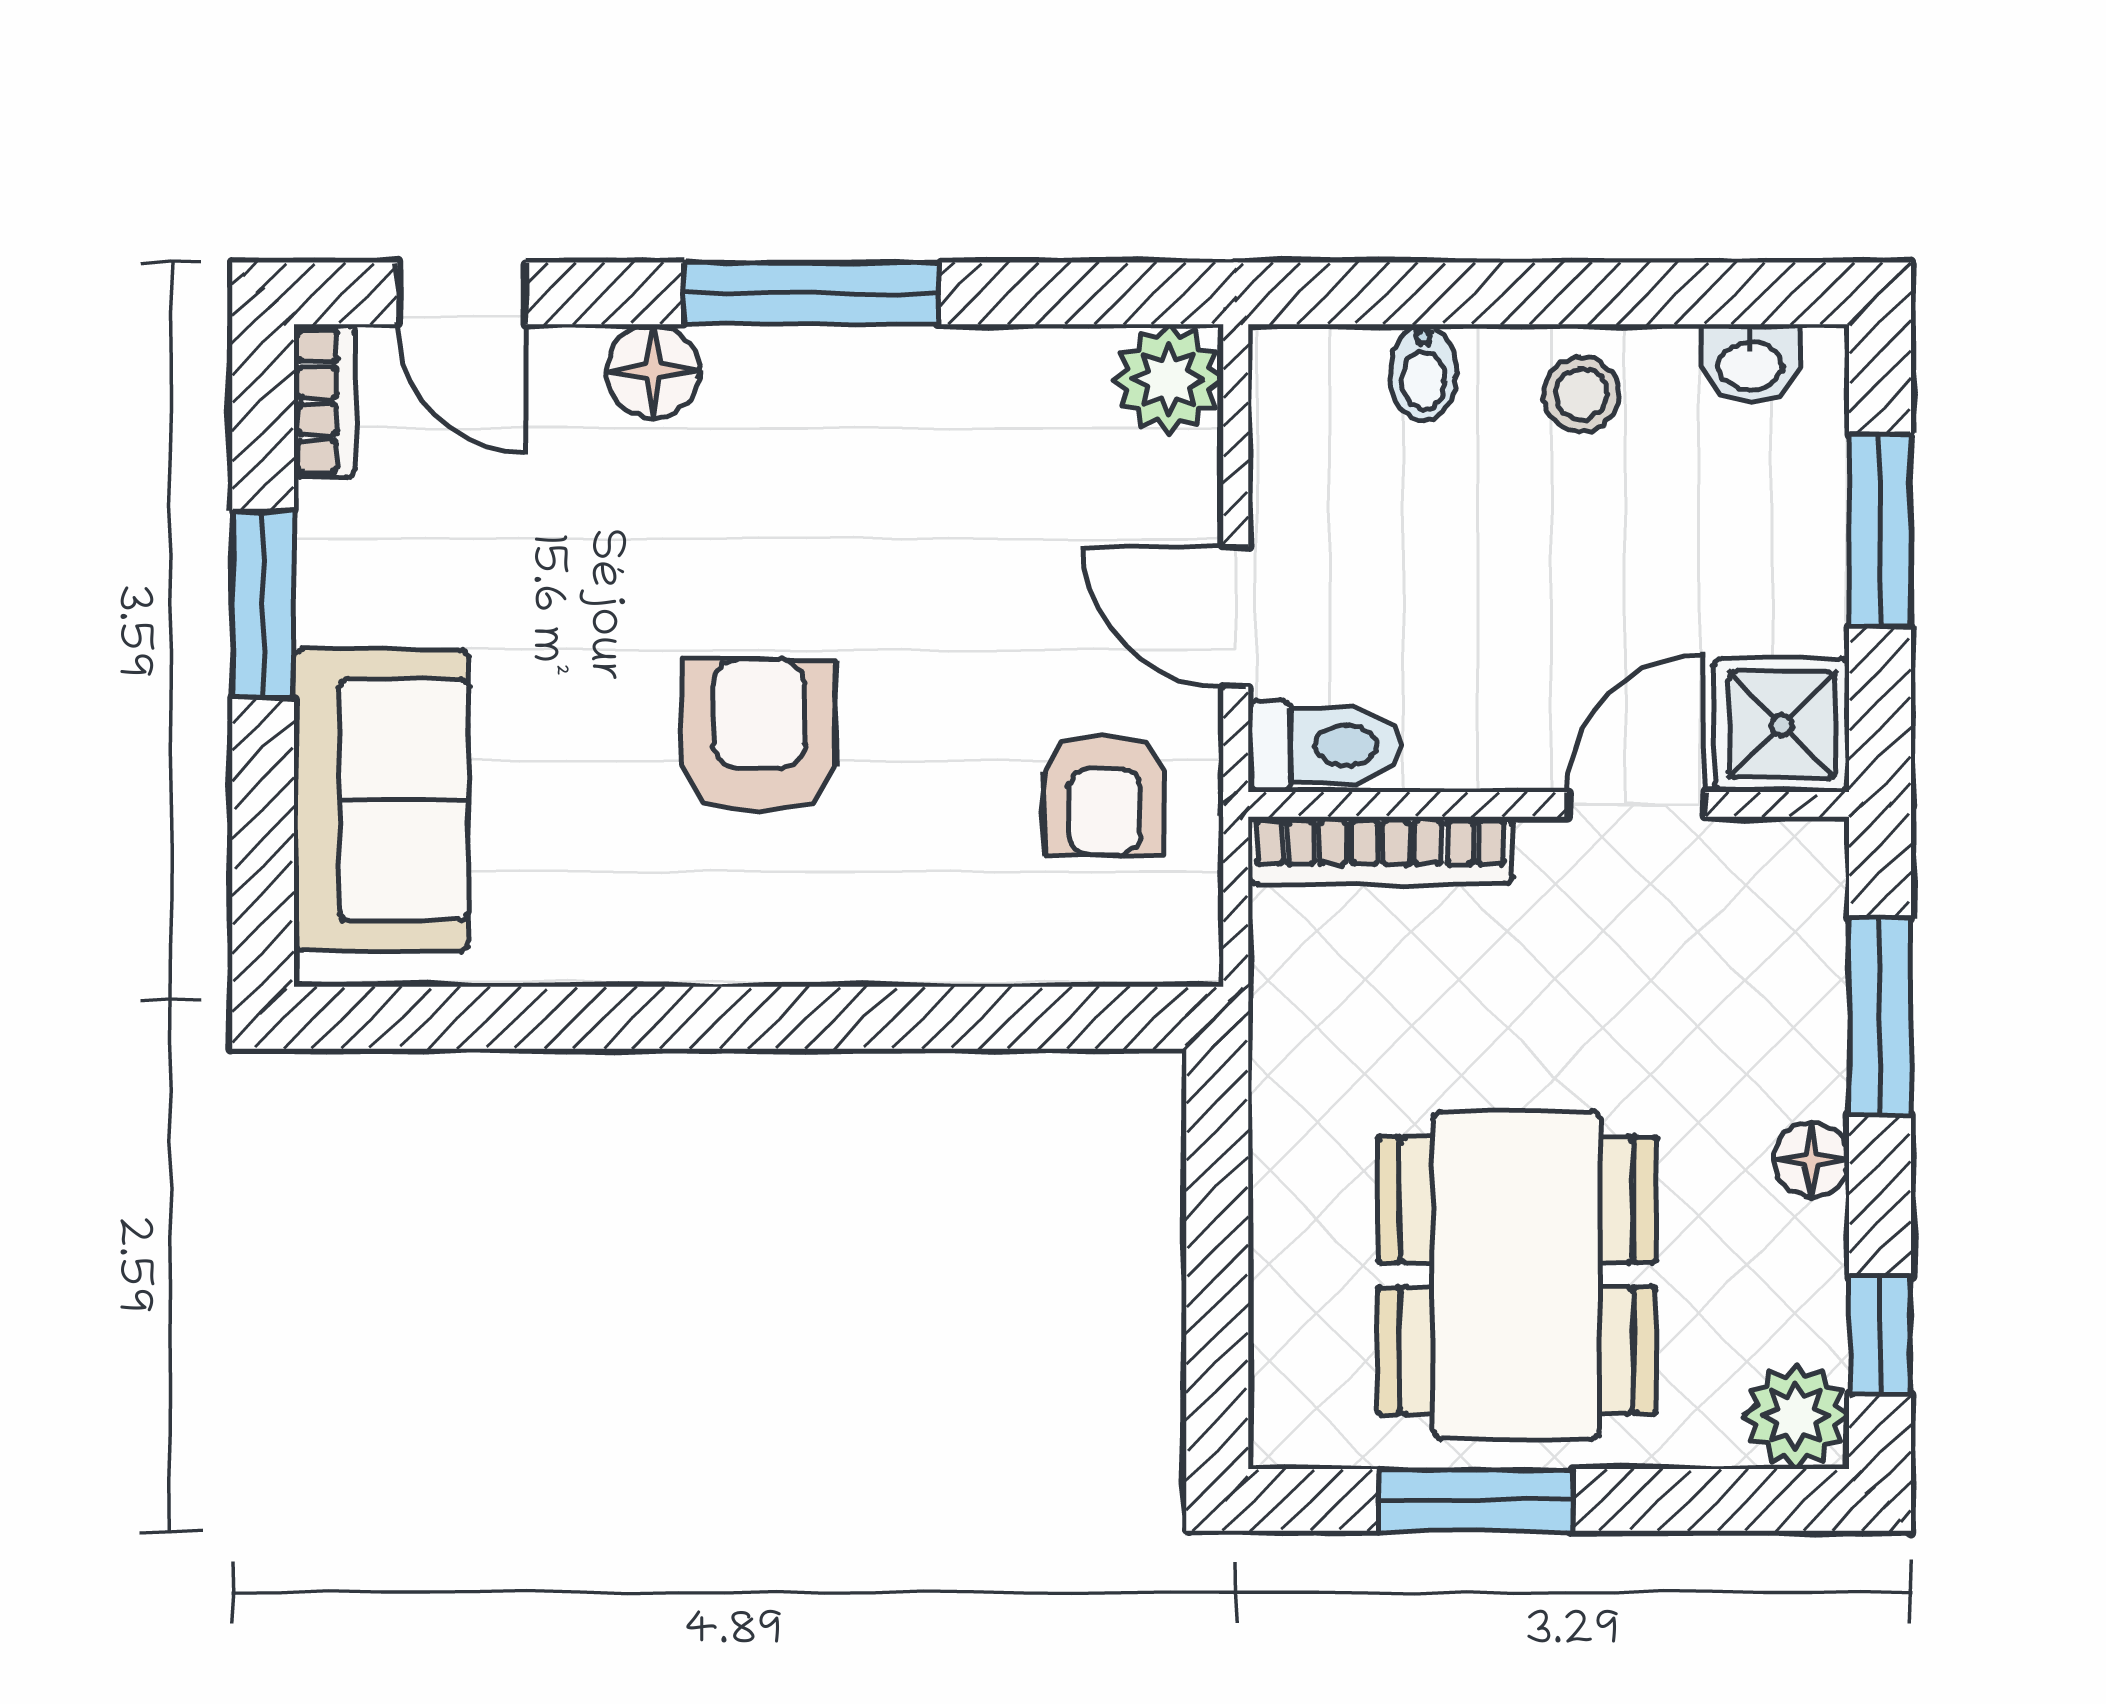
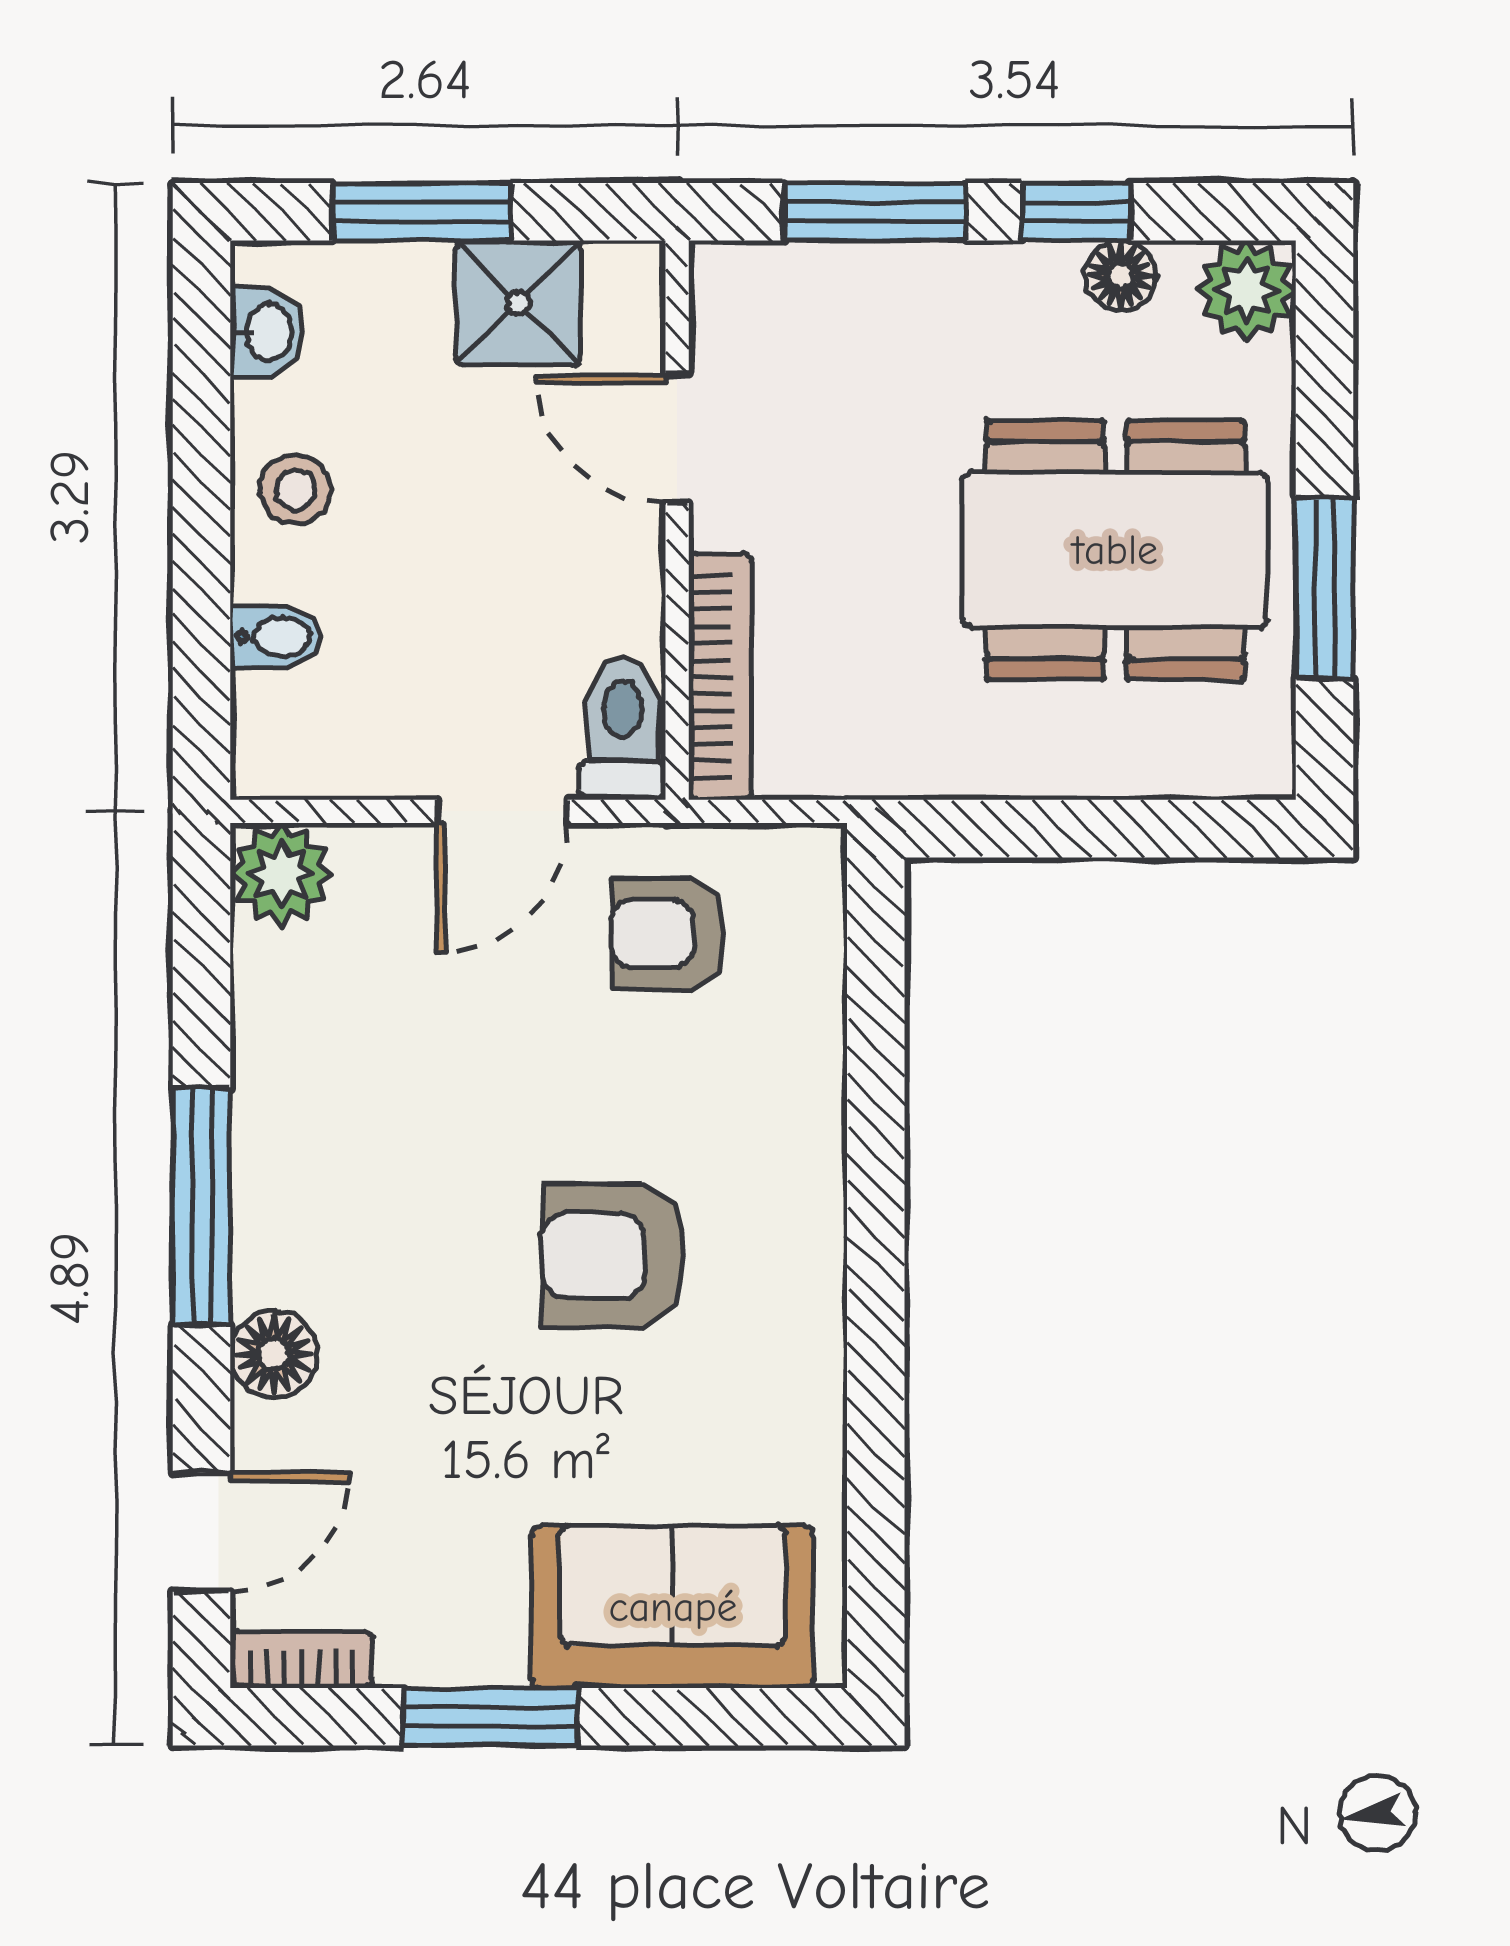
shower: (1782, 725) -> (518, 303), moved
armchair: (1104, 795) -> (668, 934), turned 180
floor lamp: (1811, 1160) -> (1120, 276), moved
window: (1880, 1335) -> (1076, 212), moved

